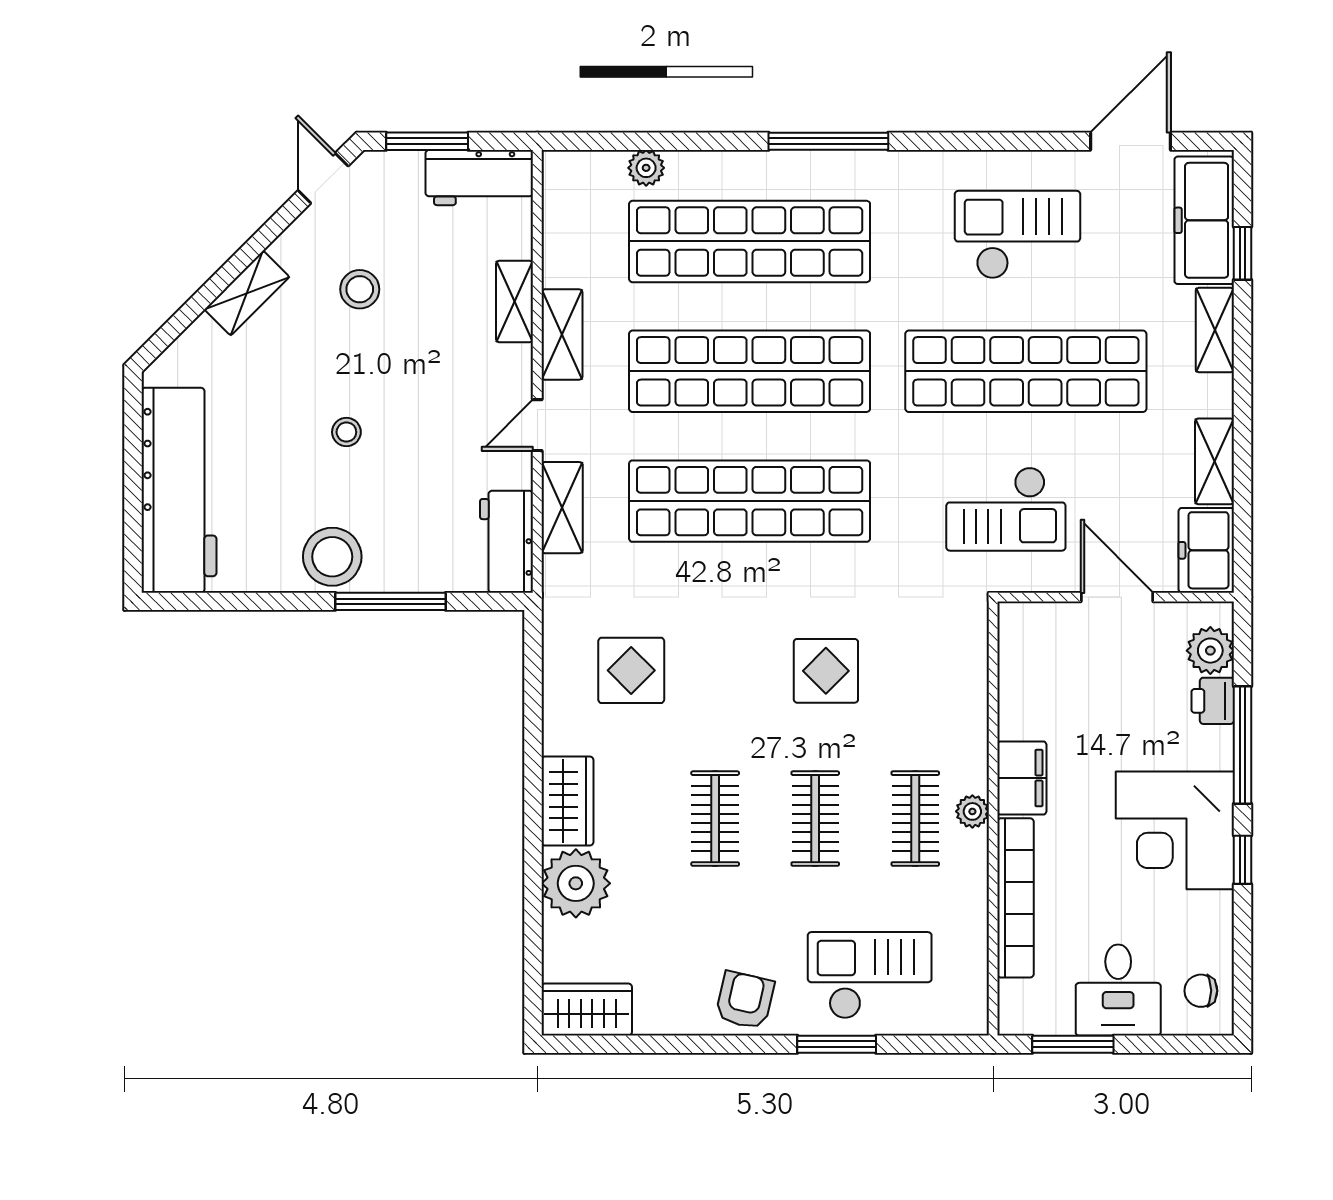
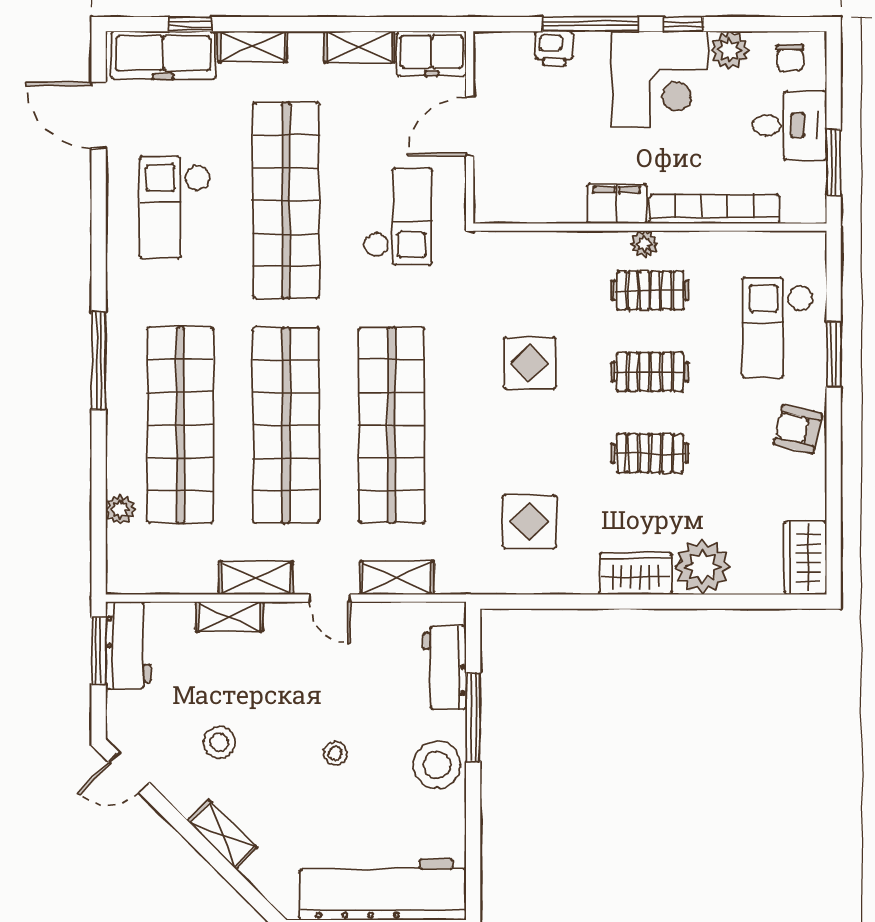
window: (427, 141) -> (99, 651), moved
workbench: (507, 542) -> (445, 668), moved, turned 90
plant: (1210, 651) -> (730, 50), moved

